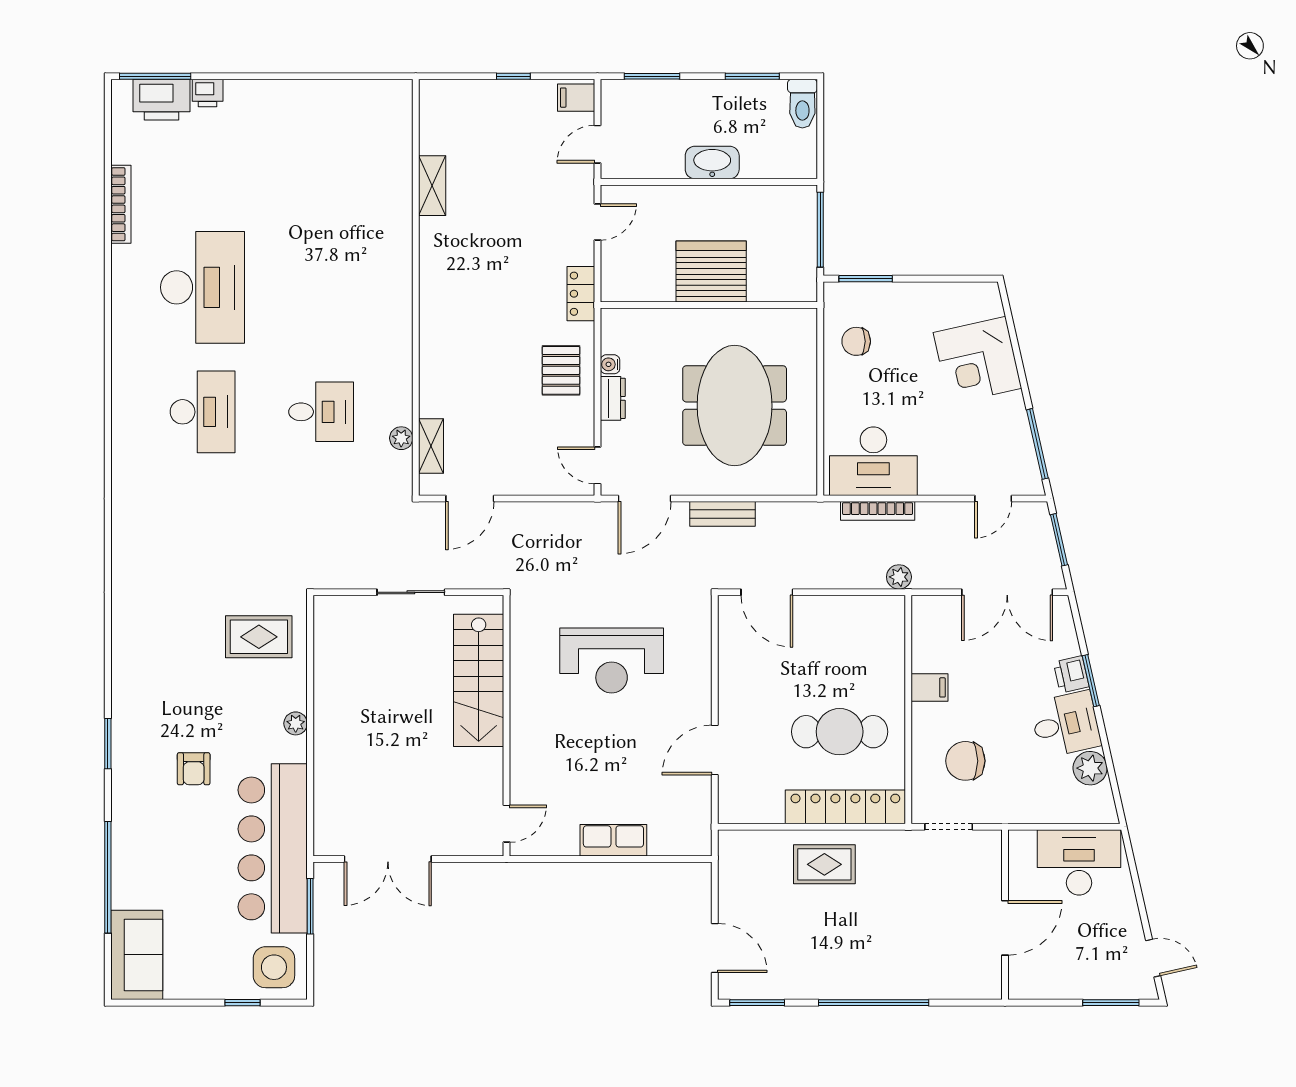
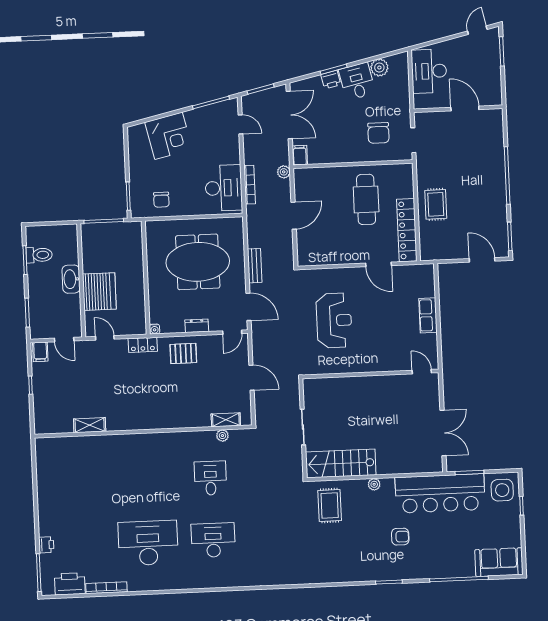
printer: (162, 100) -> (70, 584), moved, turned -90
toilet: (802, 104) -> (39, 255), moved
server rack: (711, 271) -> (99, 292), moved, turned 180
water cooler: (610, 364) -> (155, 329), moved
door: (470, 498) -> (252, 378), moved
door: (767, 592) -> (294, 216), moved
stairs: (479, 680) -> (341, 464), moved, turned 180
filing cabinet: (930, 687) -> (300, 155), moved
locker: (845, 807) -> (407, 230), moved
door: (715, 948) -> (482, 260), hinge flipped

